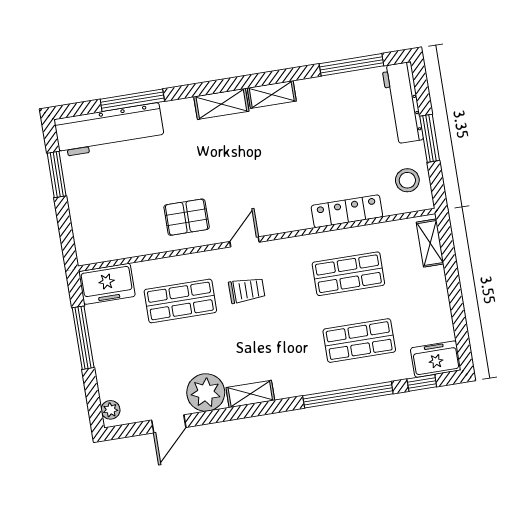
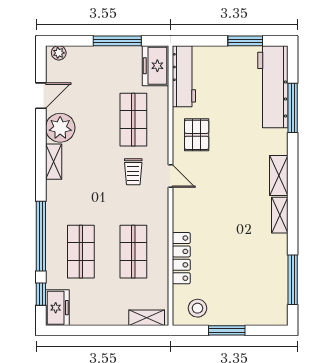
workbench: (403, 103) -> (184, 76), moved, turned 90
door: (169, 424) -> (41, 96), swing flipped

